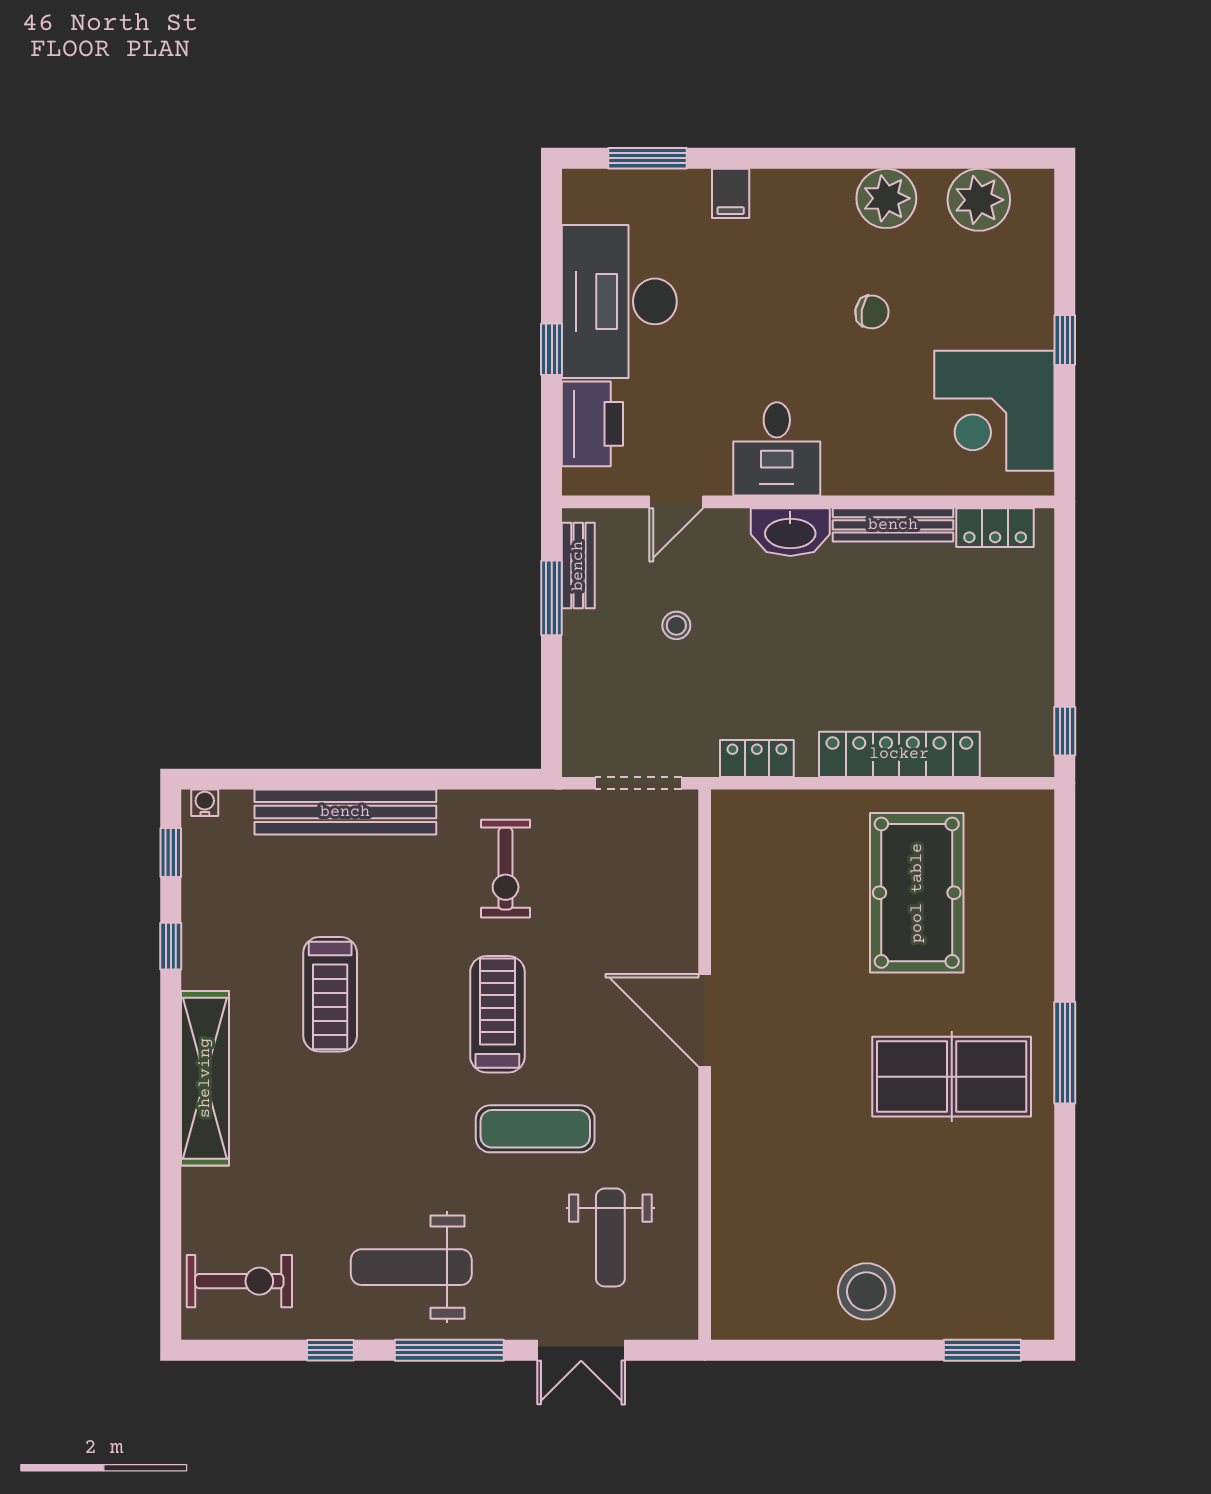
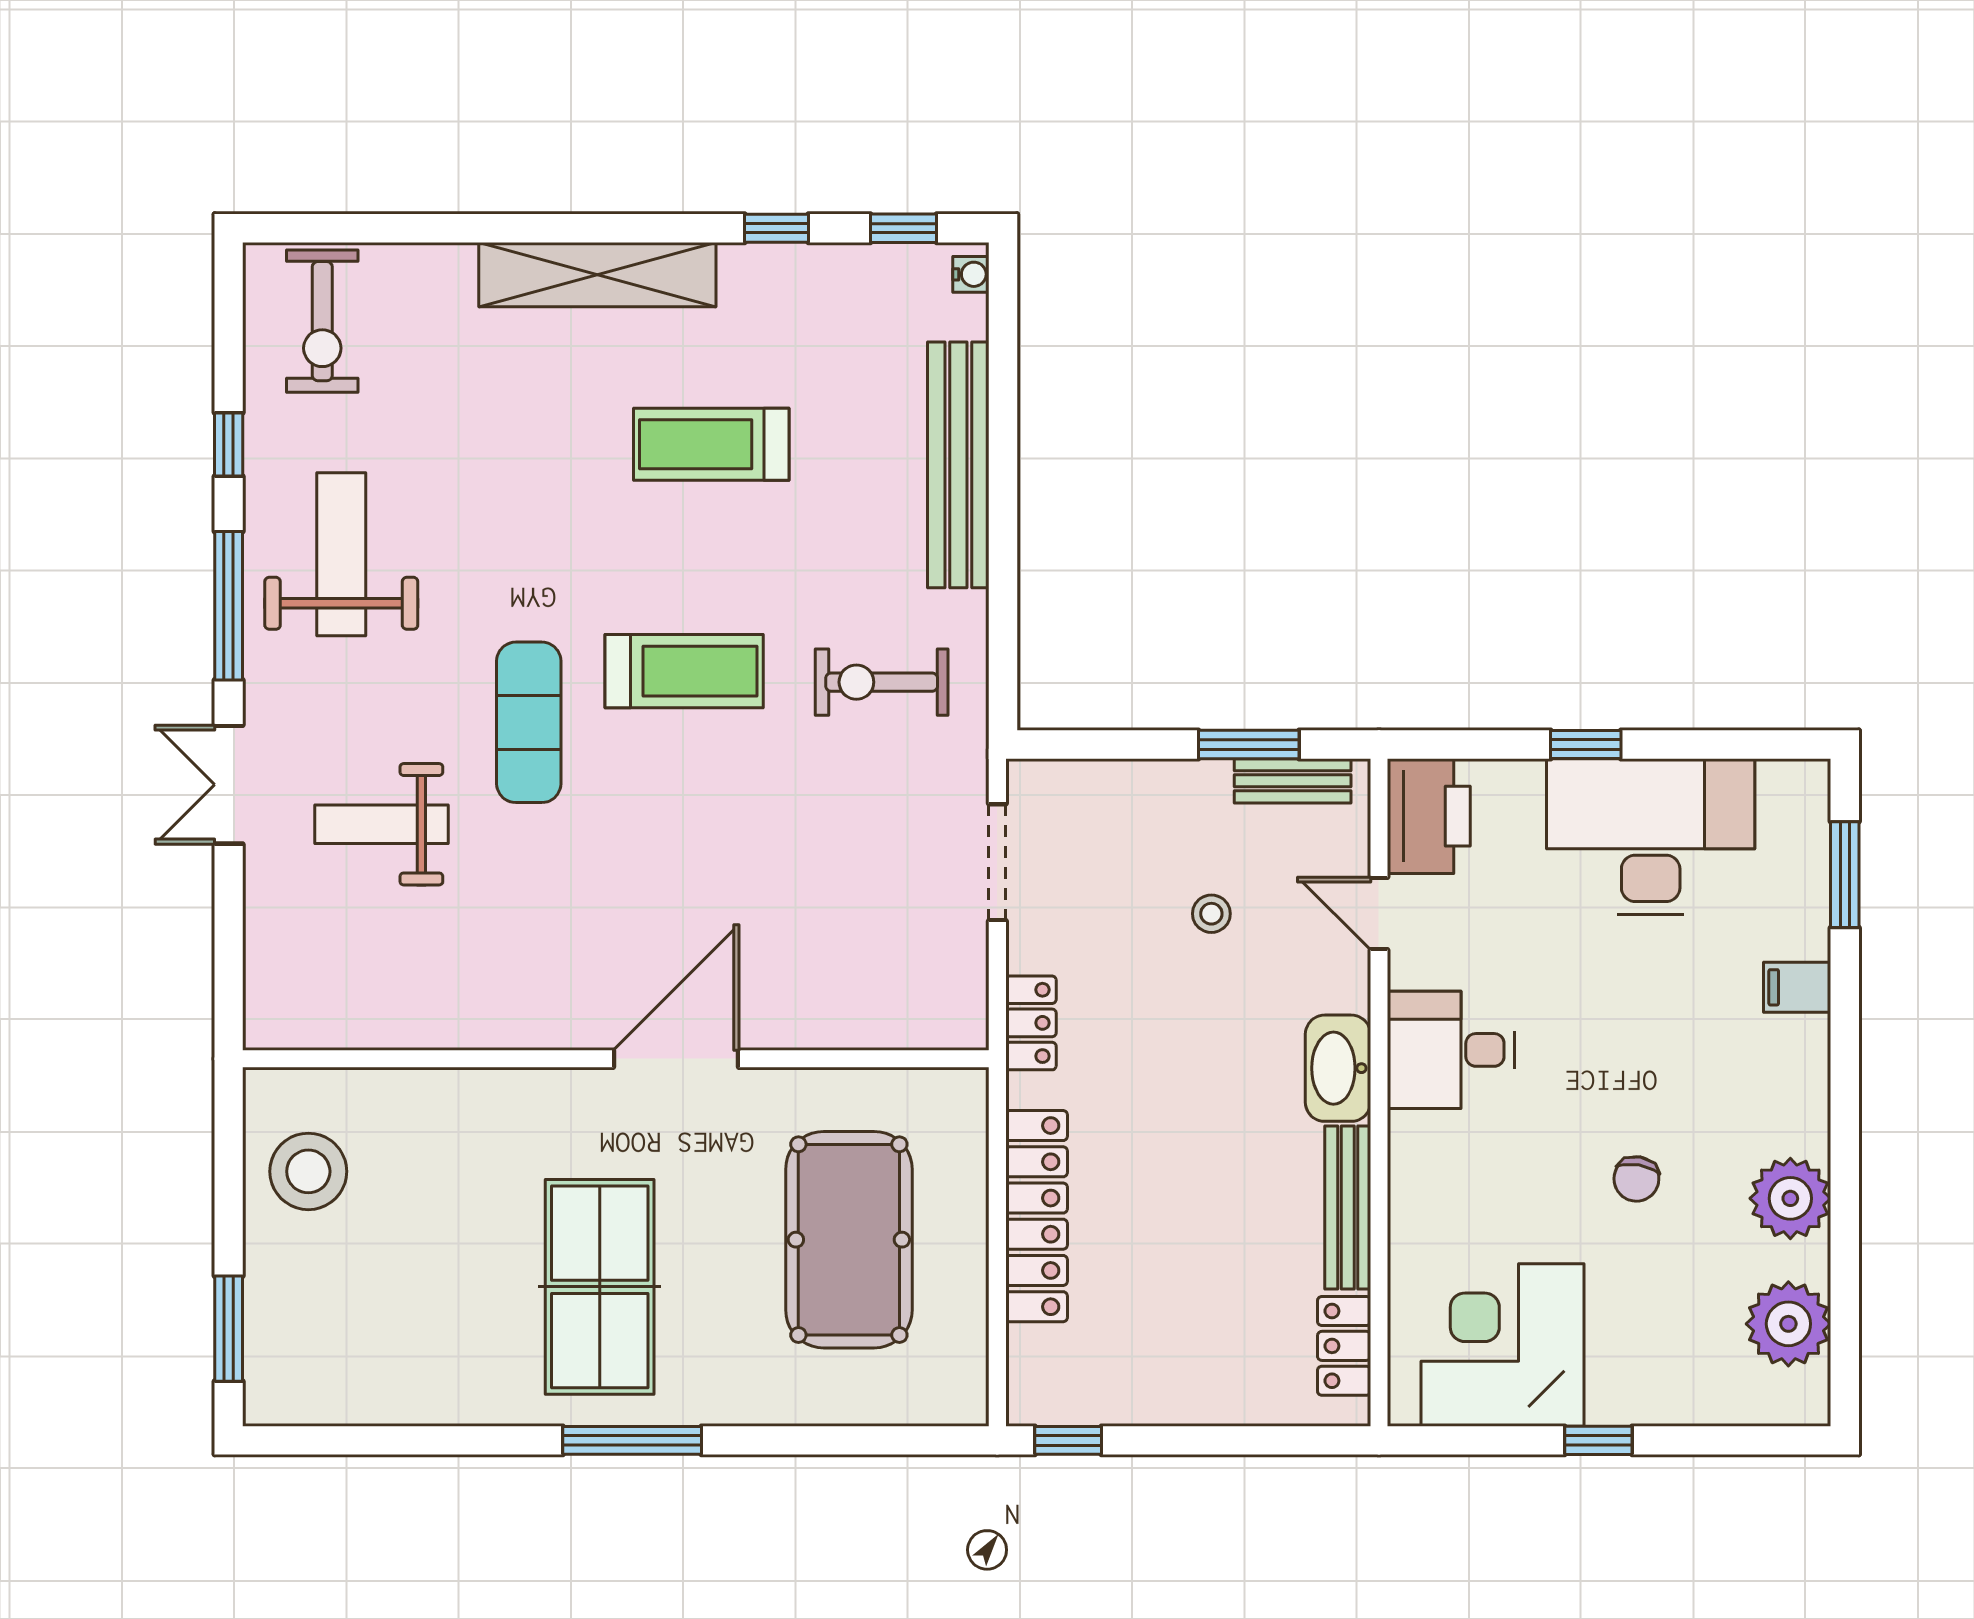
printer: (592, 424) -> (1429, 816), moved, turned -90
pool table: (917, 893) -> (849, 1240), turned 90
door: (705, 1020) -> (676, 1059), moved
wall: (705, 1065) -> (616, 1059), moved

